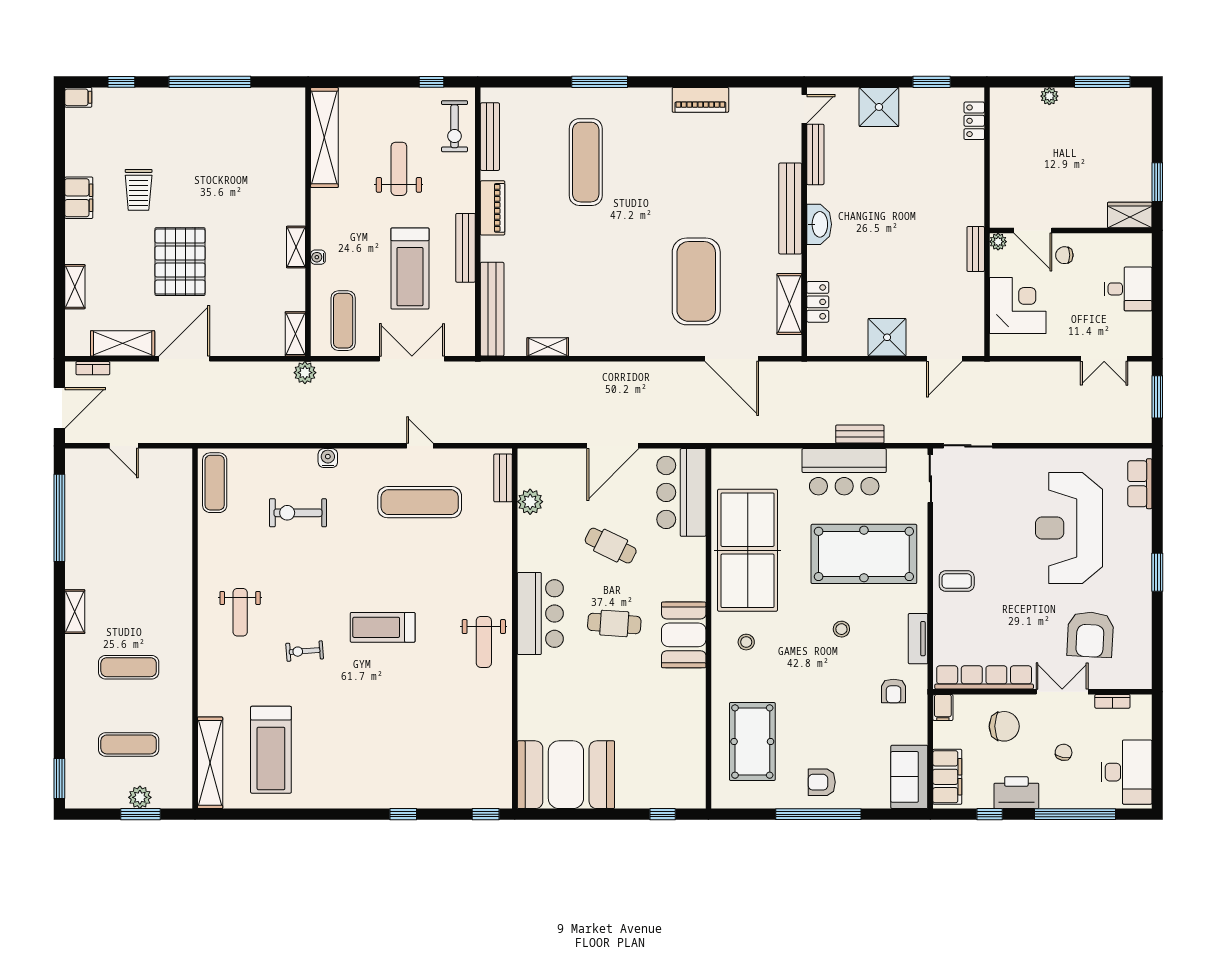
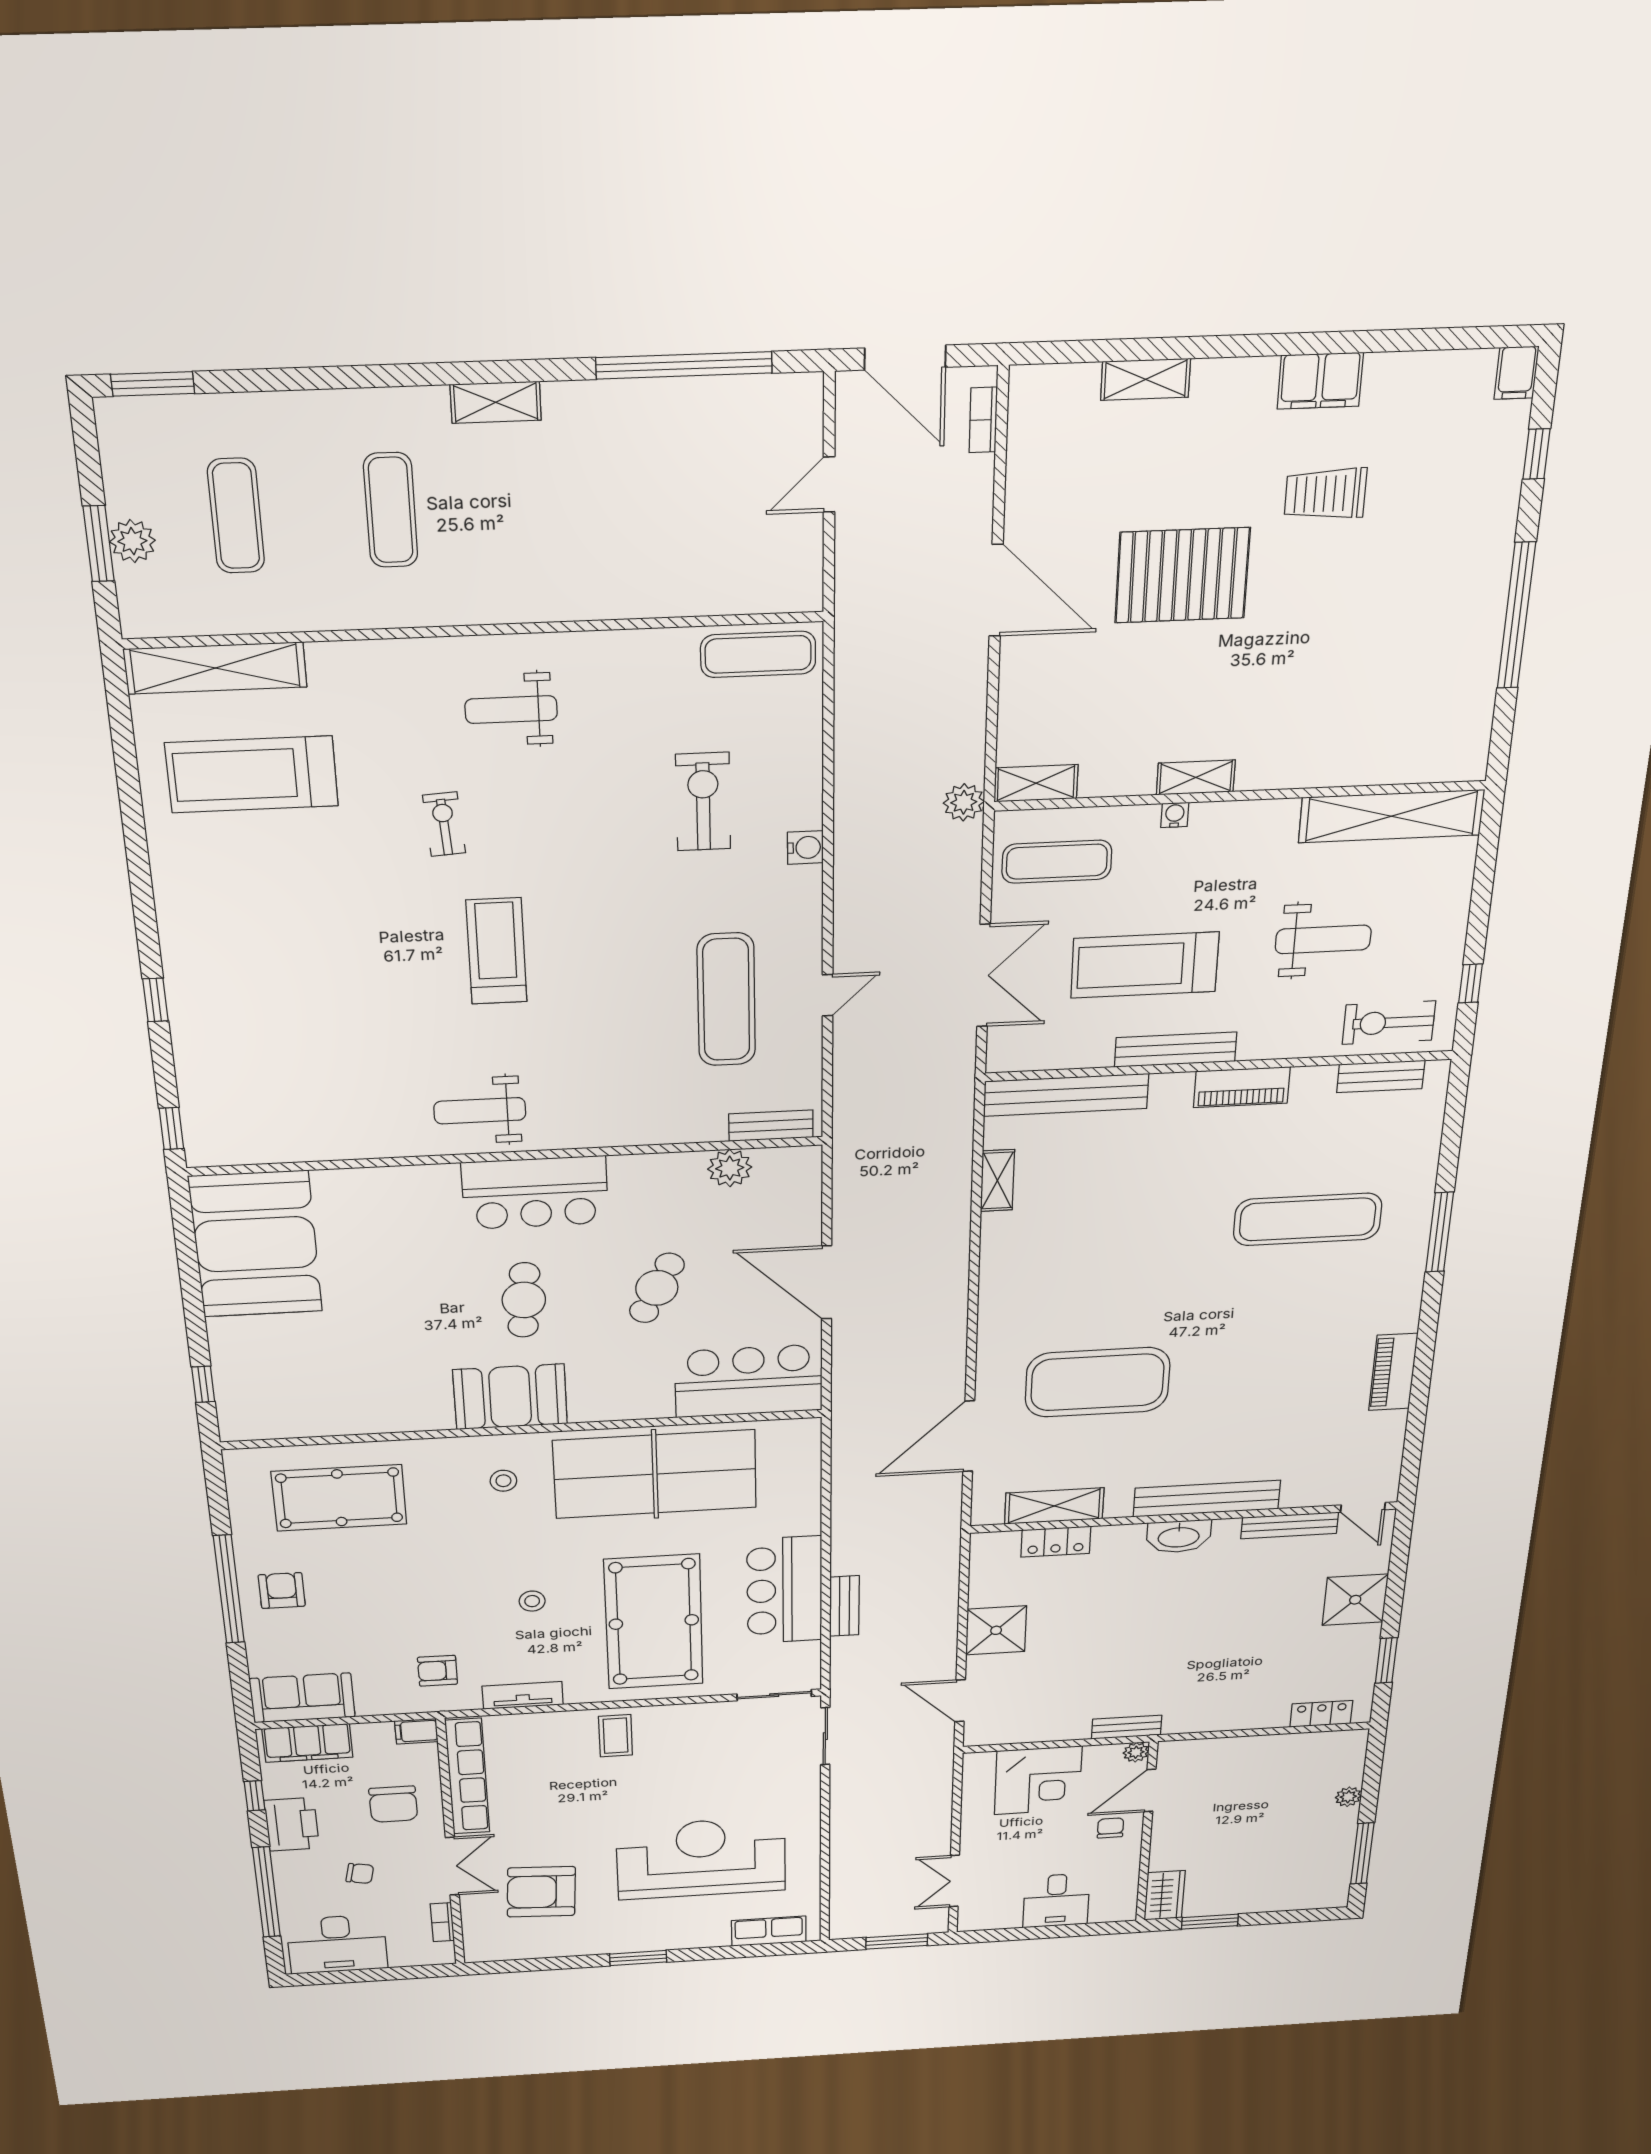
bench: (490, 137) -> (1381, 1076), width x0.73
shelving: (123, 343) -> (1030, 475), removed

